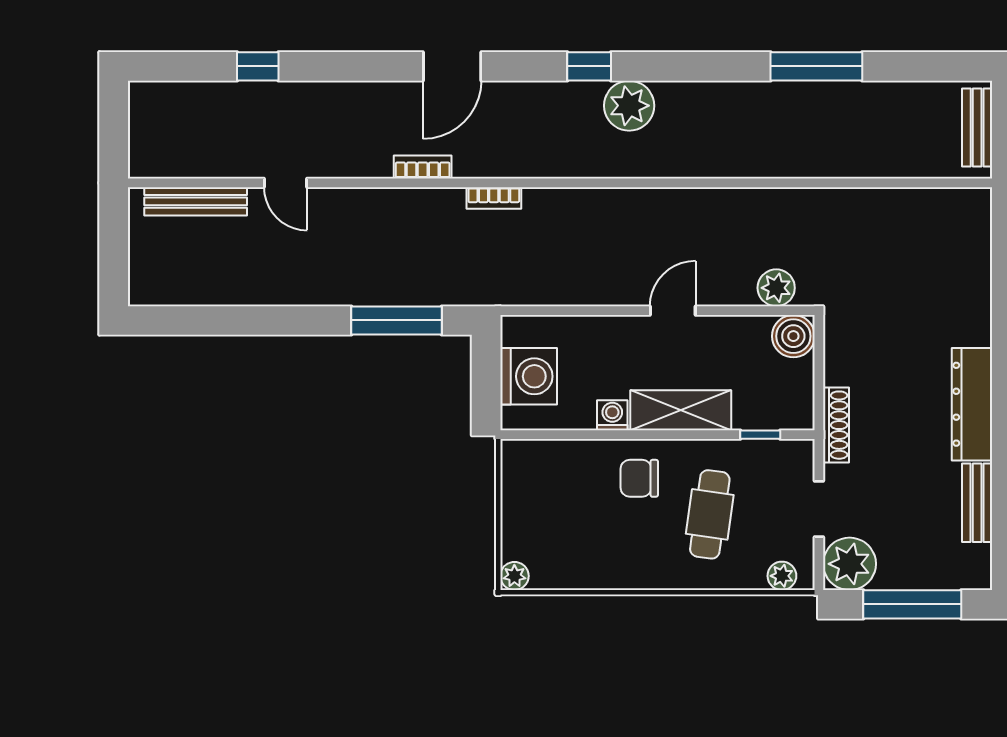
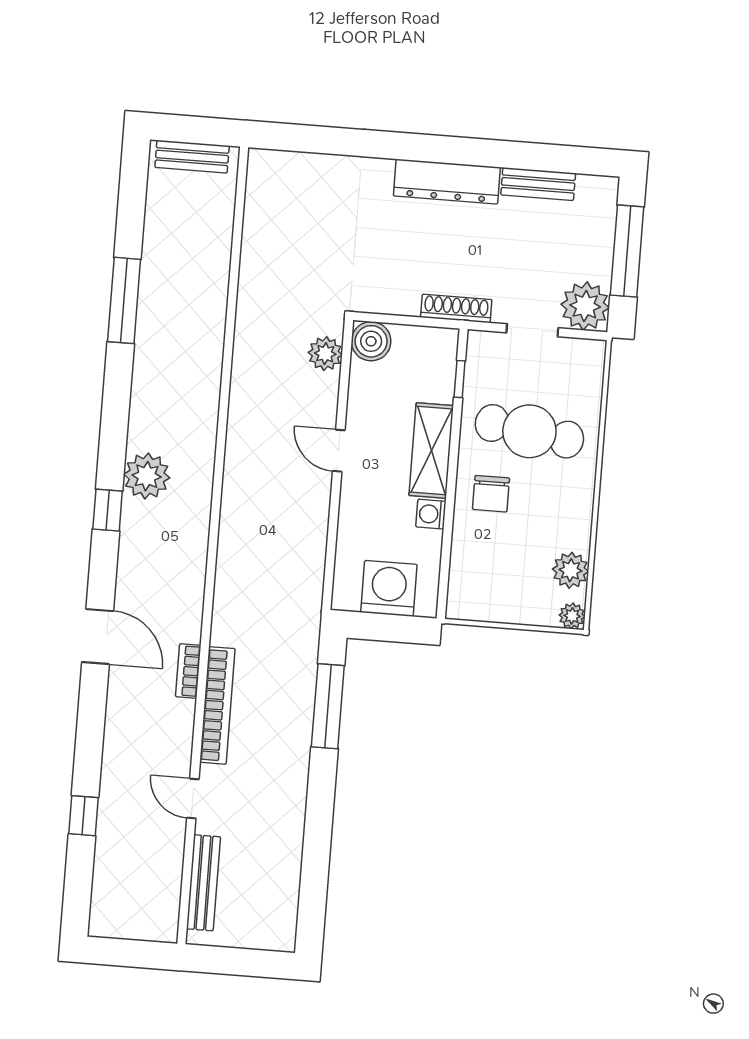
door: (286, 183) -> (193, 799), swing flipped
bookcase: (494, 198) -> (217, 705), moved, width x2.31, depth x1.31
cafe table: (710, 514) -> (529, 431), width x1.37, depth x1.35
plant: (782, 576) -> (571, 570), moved, width x1.38, depth x1.38

